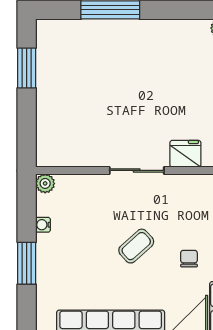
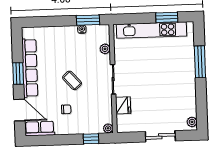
kitchen unit: (49, 97) -> (152, 30), added
plant: (45, 183) -> (105, 49), moved
window: (27, 263) -> (88, 20), moved

